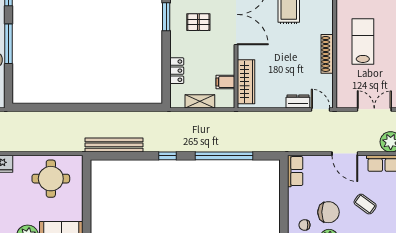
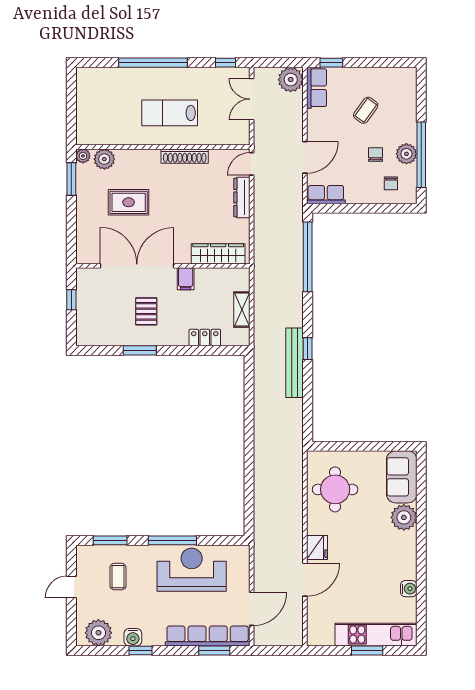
filing cabinet: (225, 82) -> (186, 279), moved
dresser: (298, 101) -> (242, 197), width x1.44
bench: (114, 145) -> (294, 363), moved
door: (345, 154) -> (305, 157), moved
window: (224, 156) -> (308, 257), moved
chair: (328, 212) -> (376, 154), width x0.54, depth x0.54

